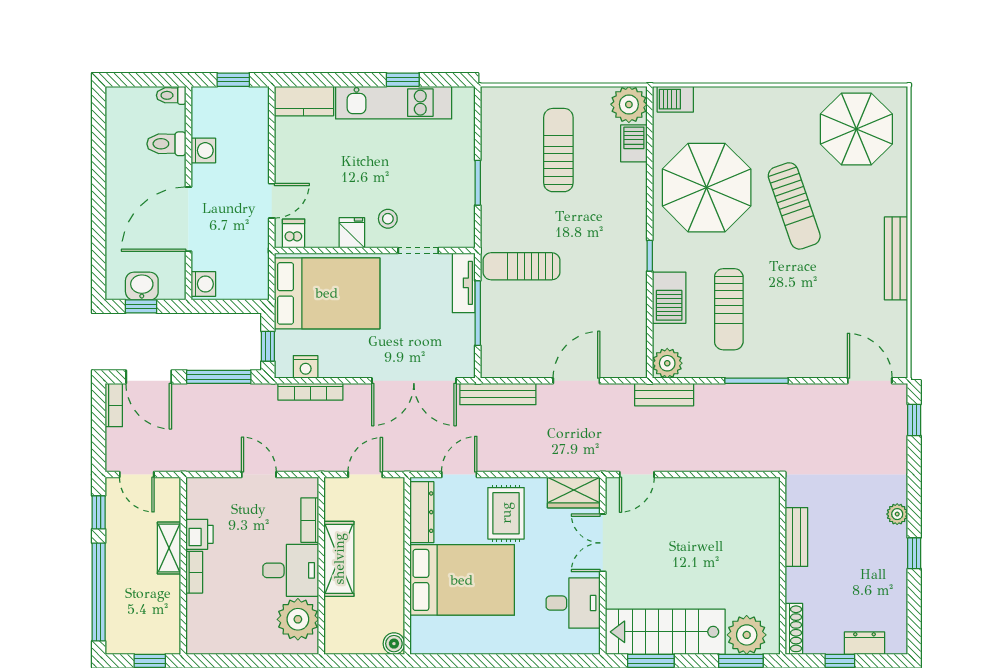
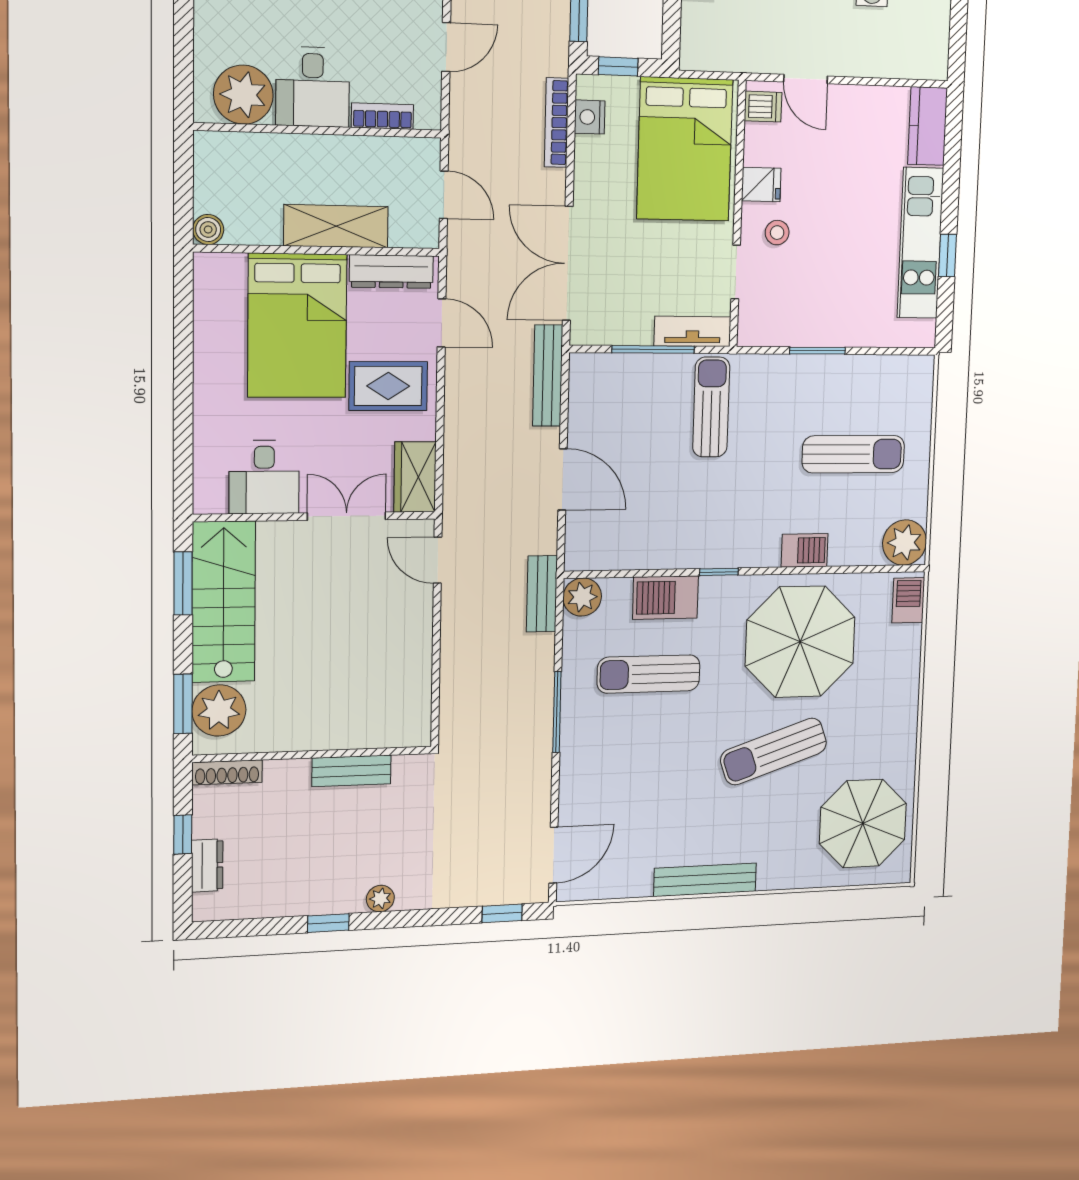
window: (233, 80) -> (958, 34), removed
barbecue: (634, 143) -> (805, 550), moved
shelving: (339, 559) -> (336, 226), moved

